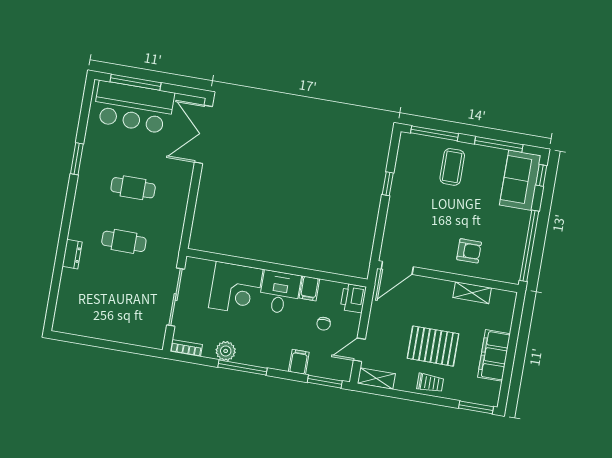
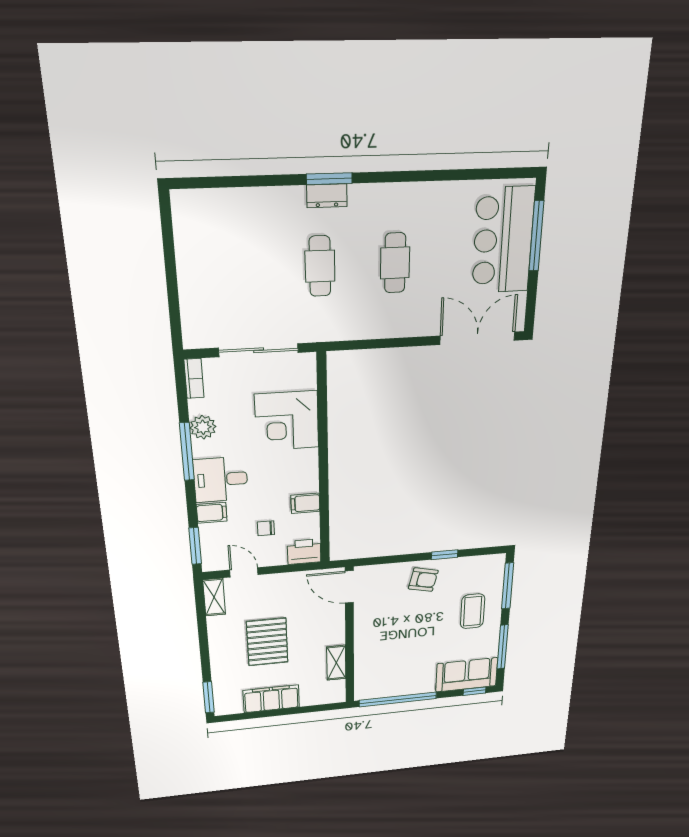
window: (77, 159) -> (329, 179), moved
coffee table: (452, 167) -> (473, 611), turned 90
armchair: (469, 251) -> (423, 580), moved, turned -77
dresser: (72, 254) -> (327, 196), moved
desk: (280, 292) -> (221, 479), moved, turned 180
trolley: (430, 383) -> (224, 649), removed

